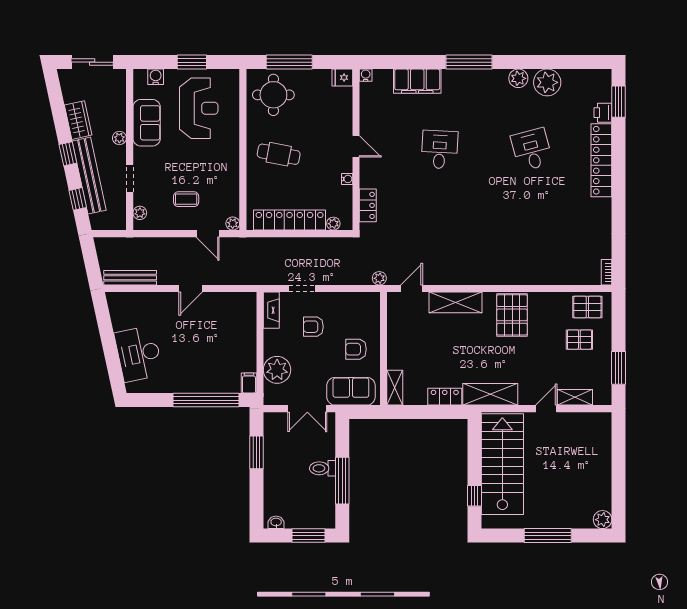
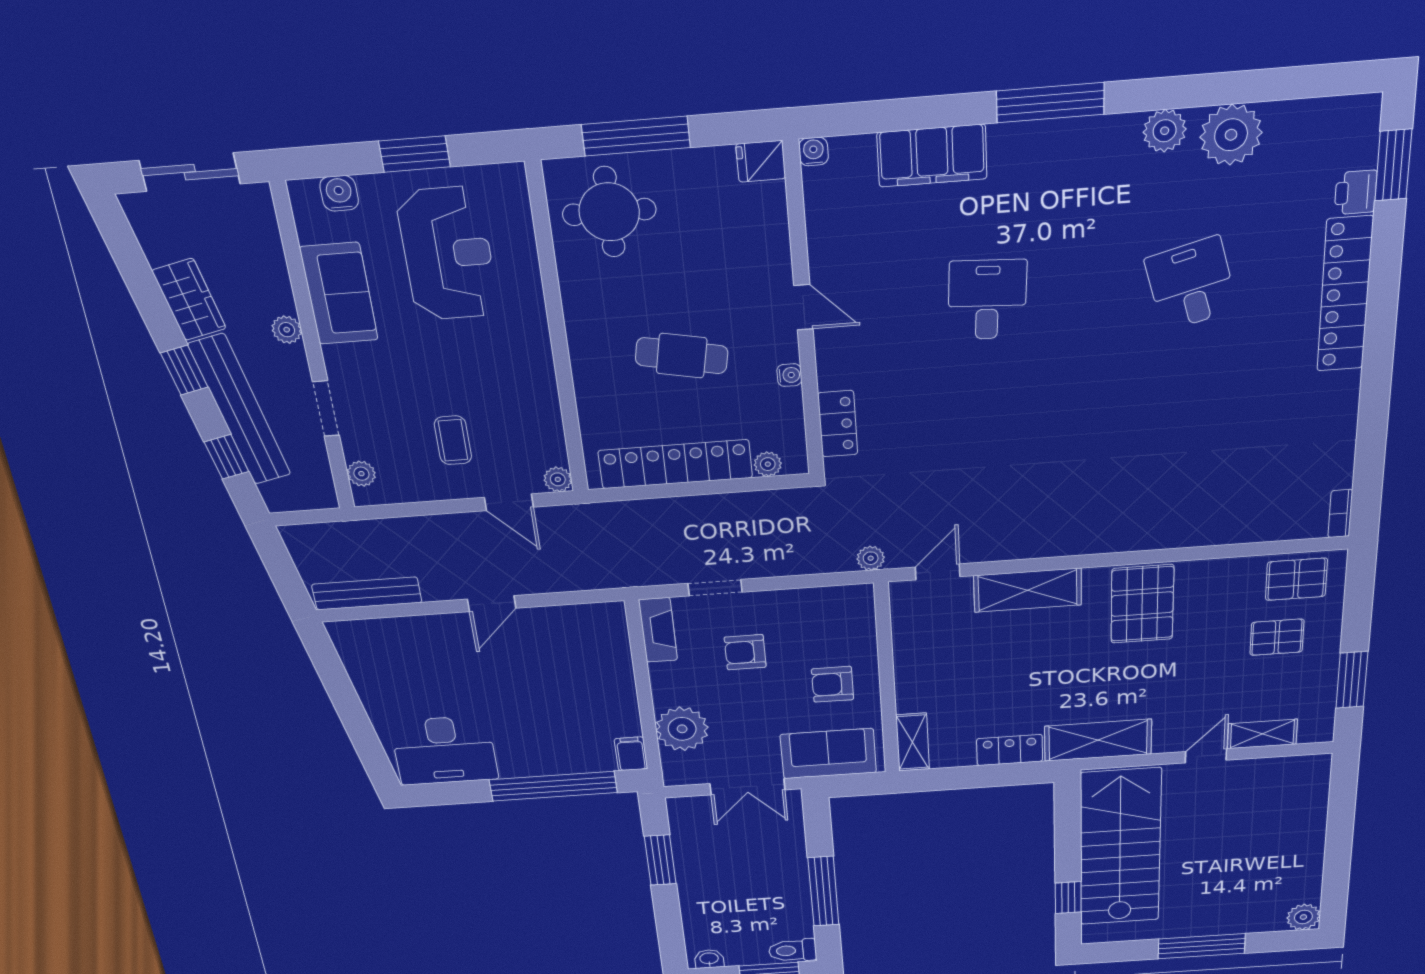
cafe table: (279, 154) -> (682, 356), moved
coffee table: (186, 199) -> (453, 440), turned 90
desk: (139, 354) -> (444, 750), moved, turned -78
toilet: (323, 468) -> (793, 950), moved

